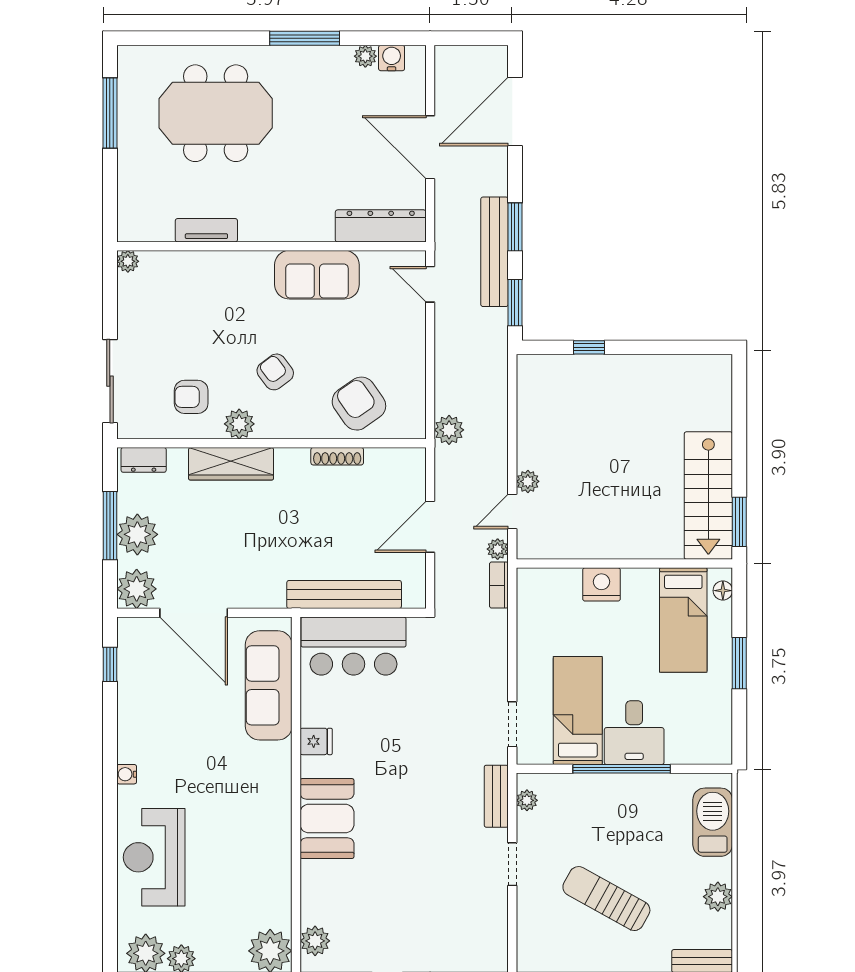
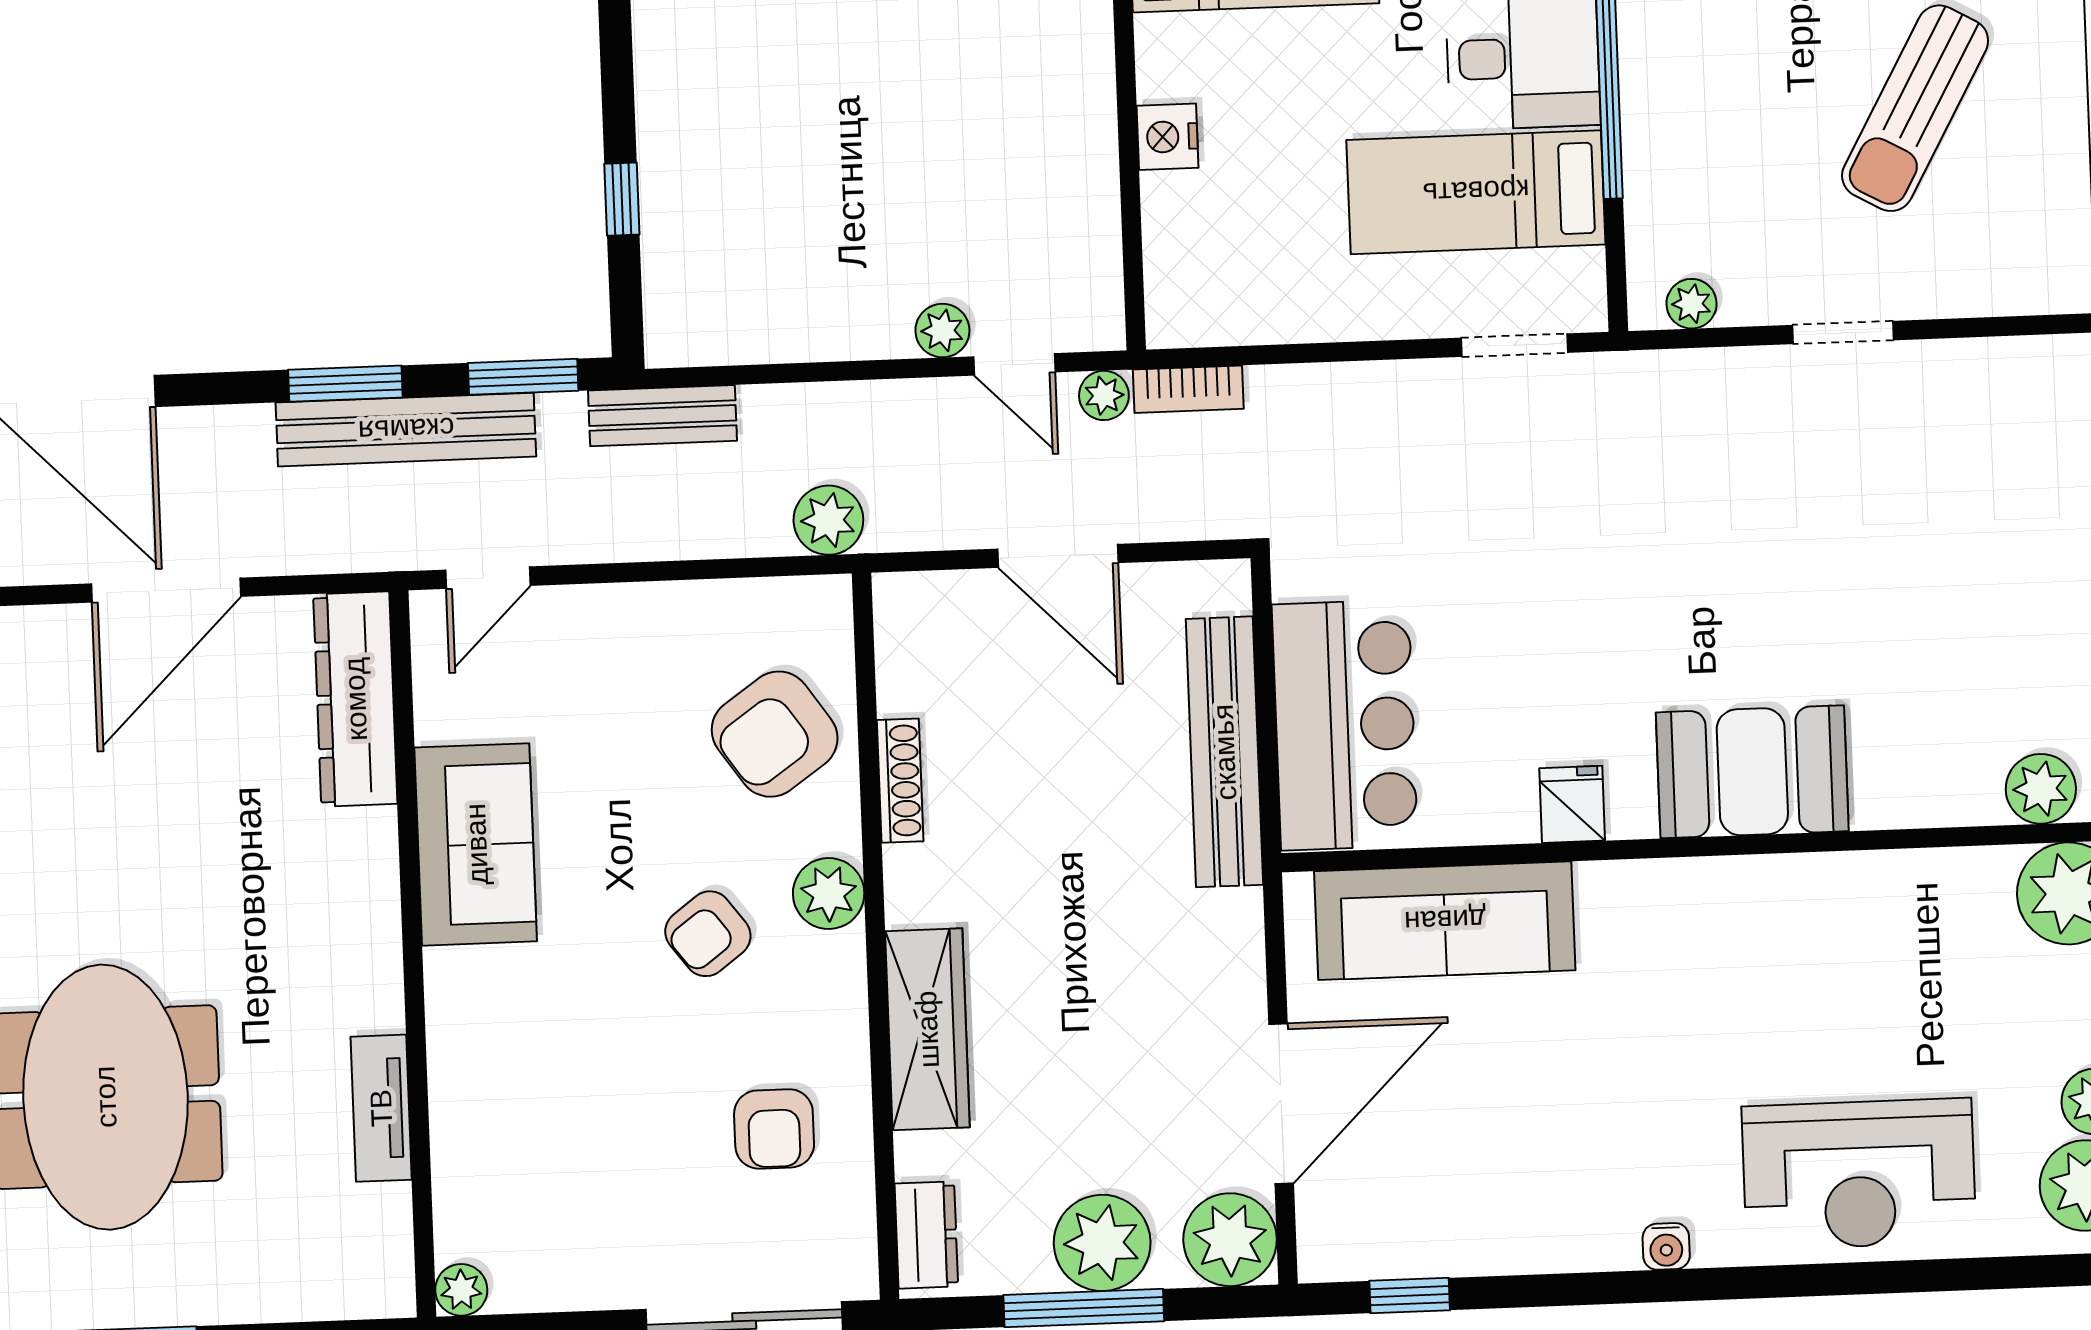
plant: (239, 424) -> (829, 894), moved
nightstand: (601, 584) -> (1167, 137), width x0.74, depth x0.75
bench: (496, 796) -> (662, 416), moved

